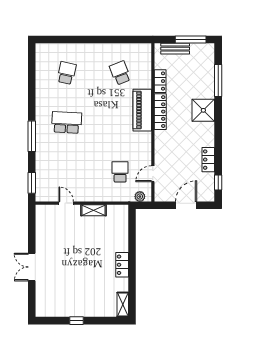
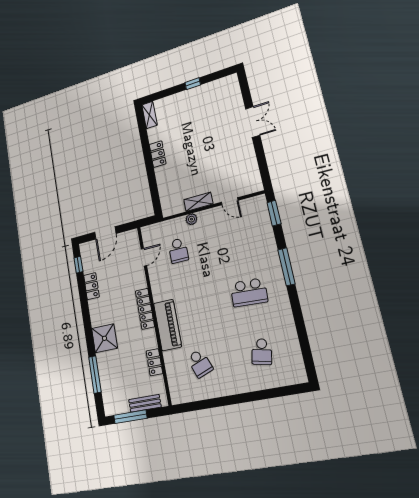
locker: (160, 112) -> (145, 309), moved
plant: (140, 197) -> (191, 219), moved

